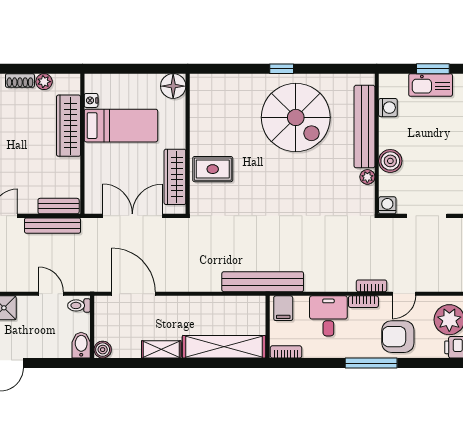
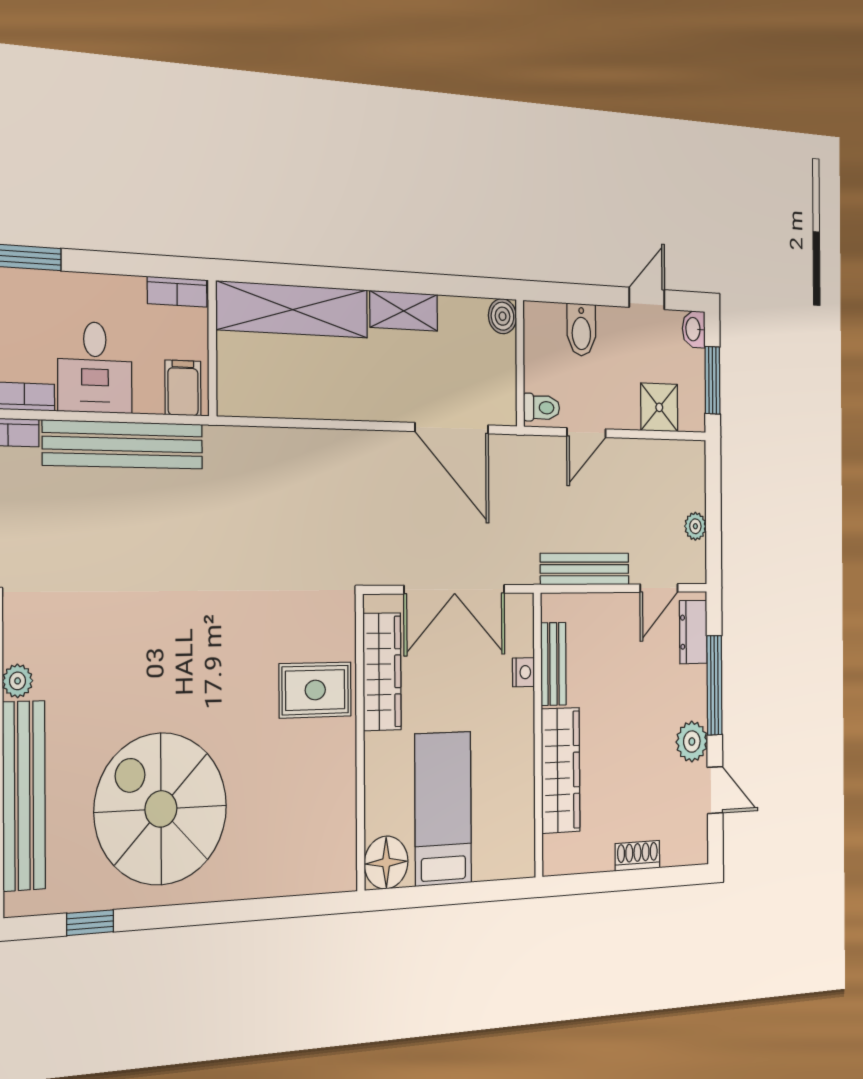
window: (282, 69) -> (90, 923), moved
plant: (44, 82) -> (600, 856), removed
nightstand: (91, 100) -> (524, 672), moved
bed: (121, 126) -> (443, 809), moved, turned 90
bench: (59, 206) -> (553, 664), moved, turned 90
bench: (263, 282) -> (123, 445), moved
door: (51, 294) -> (586, 433), hinge flipped
bidet: (81, 345) -> (581, 330), moved

